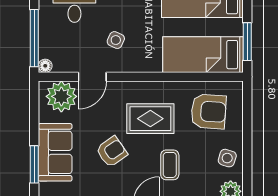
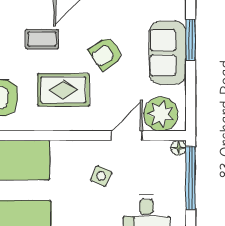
coffee table: (170, 165) -> (42, 39), turned 90

